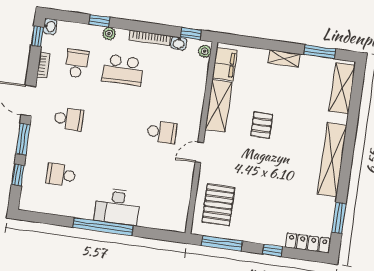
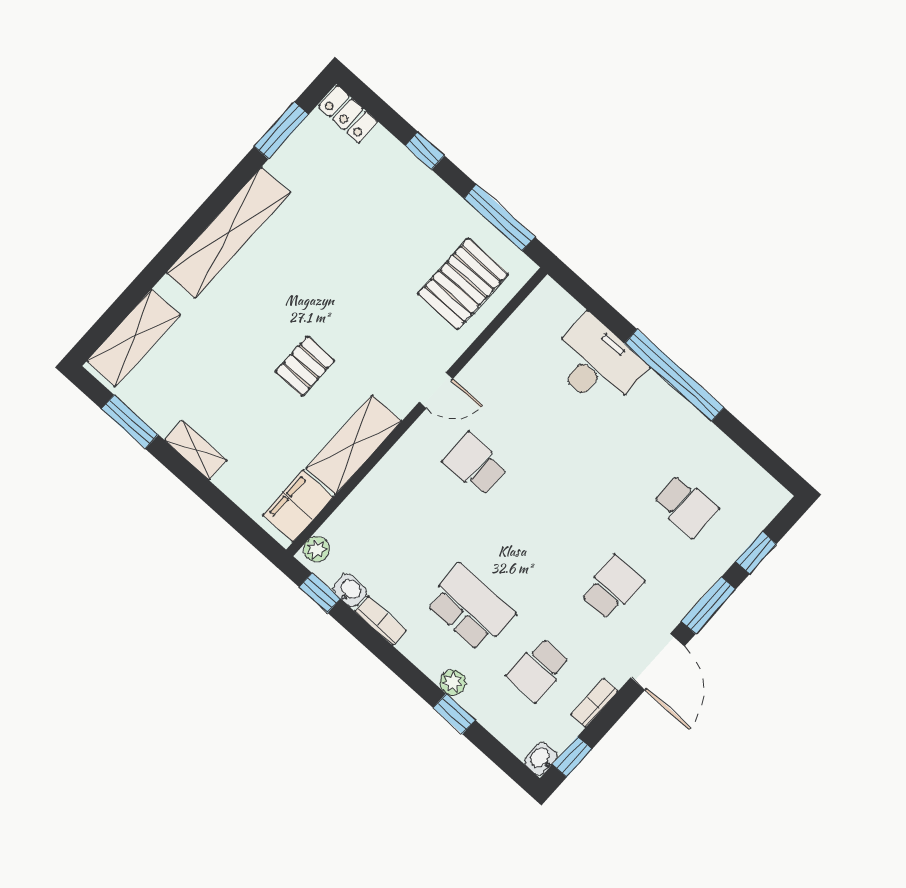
bookcase: (150, 38) -> (381, 621), width x0.64
school desk: (69, 119) -> (612, 588), turned 90
desk: (117, 206) -> (596, 363), moved
locker: (308, 243) -> (348, 114), width x0.66

